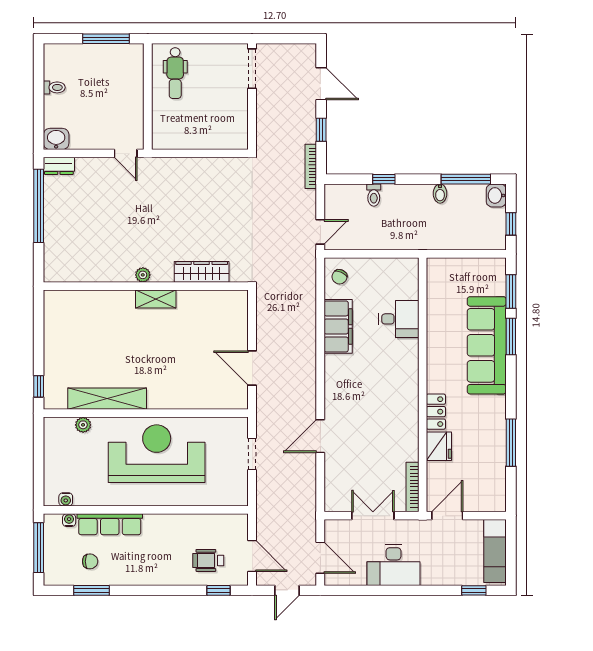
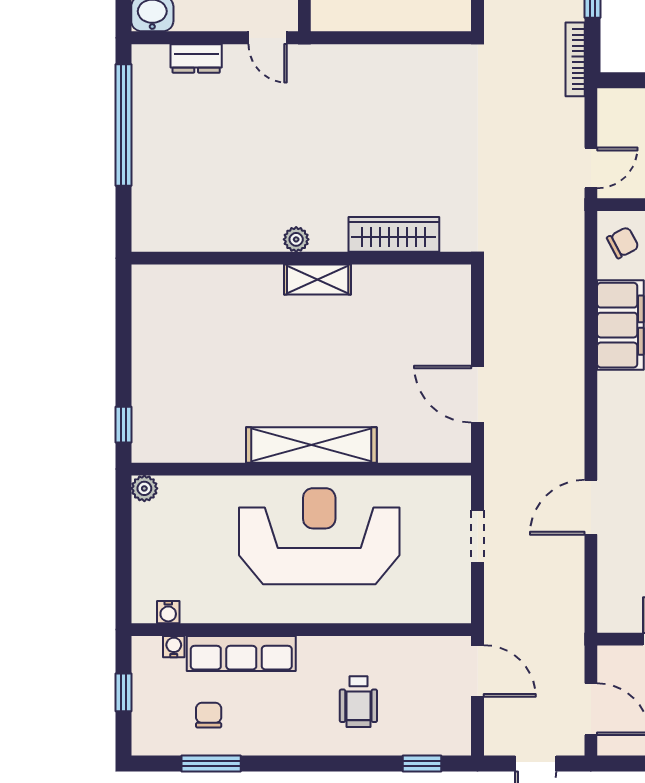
dresser: (59, 166) -> (196, 58), moved
chair: (340, 277) -> (623, 243), turned -142
shelving: (107, 399) -> (311, 445), moved
plant: (83, 425) -> (144, 488), moved
window: (39, 548) -> (123, 692), width x0.46
door: (252, 556) -> (478, 671), moved
wheelchair: (208, 560) -> (358, 702), moved, turned -90
chair: (90, 561) -> (209, 715), turned -90

